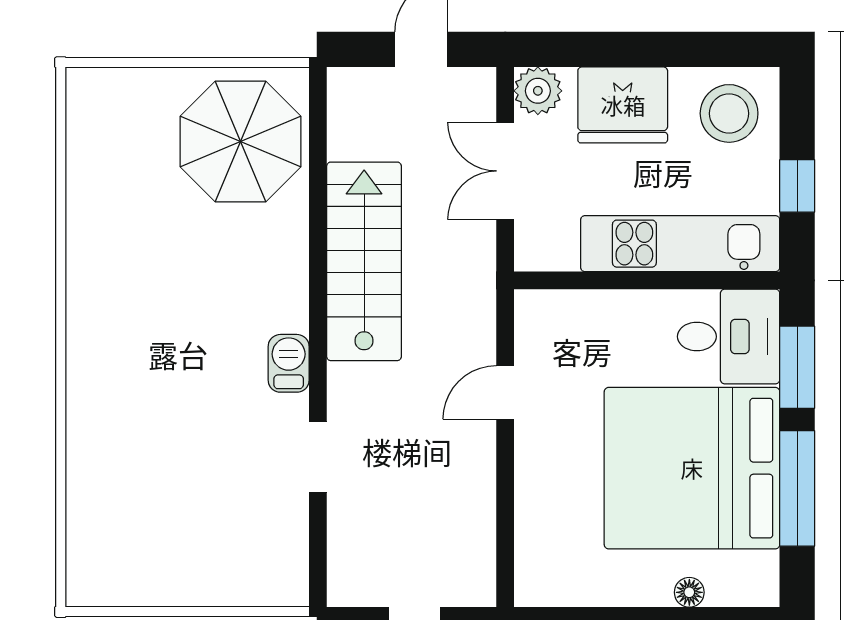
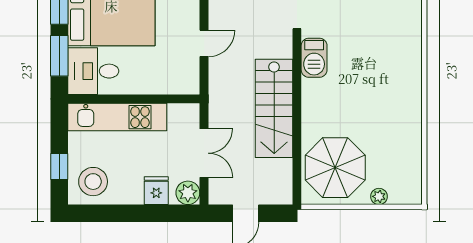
plant: (152, 83) -> (379, 196), added
fridge: (623, 105) -> (156, 191), width x0.53, depth x0.75
window: (797, 186) -> (59, 167), moved
barbecue: (289, 363) -> (314, 58), width x1.38, depth x1.27

